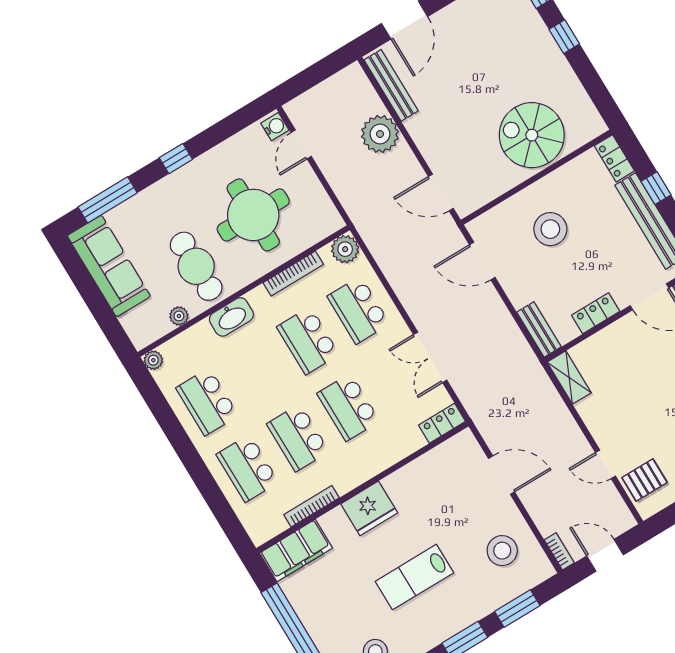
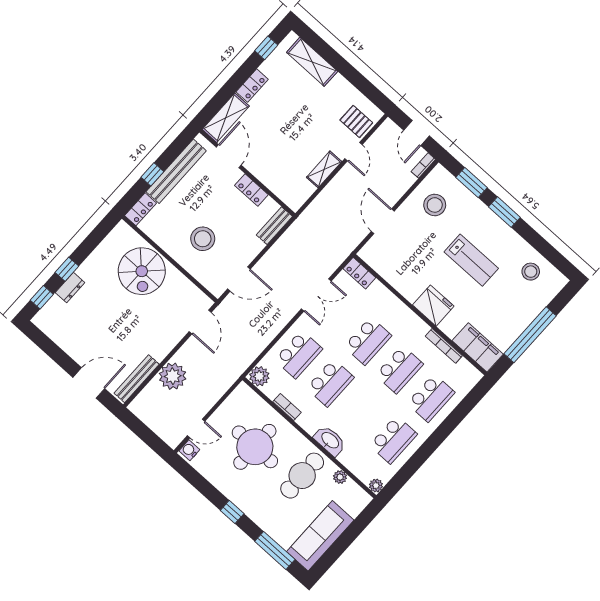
dresser: (539, 33) -> (70, 288), added
door: (482, 261) -> (239, 279), hinge flipped
bookcase: (293, 274) -> (287, 407), width x0.64
shelving: (569, 377) -> (324, 169), moved

